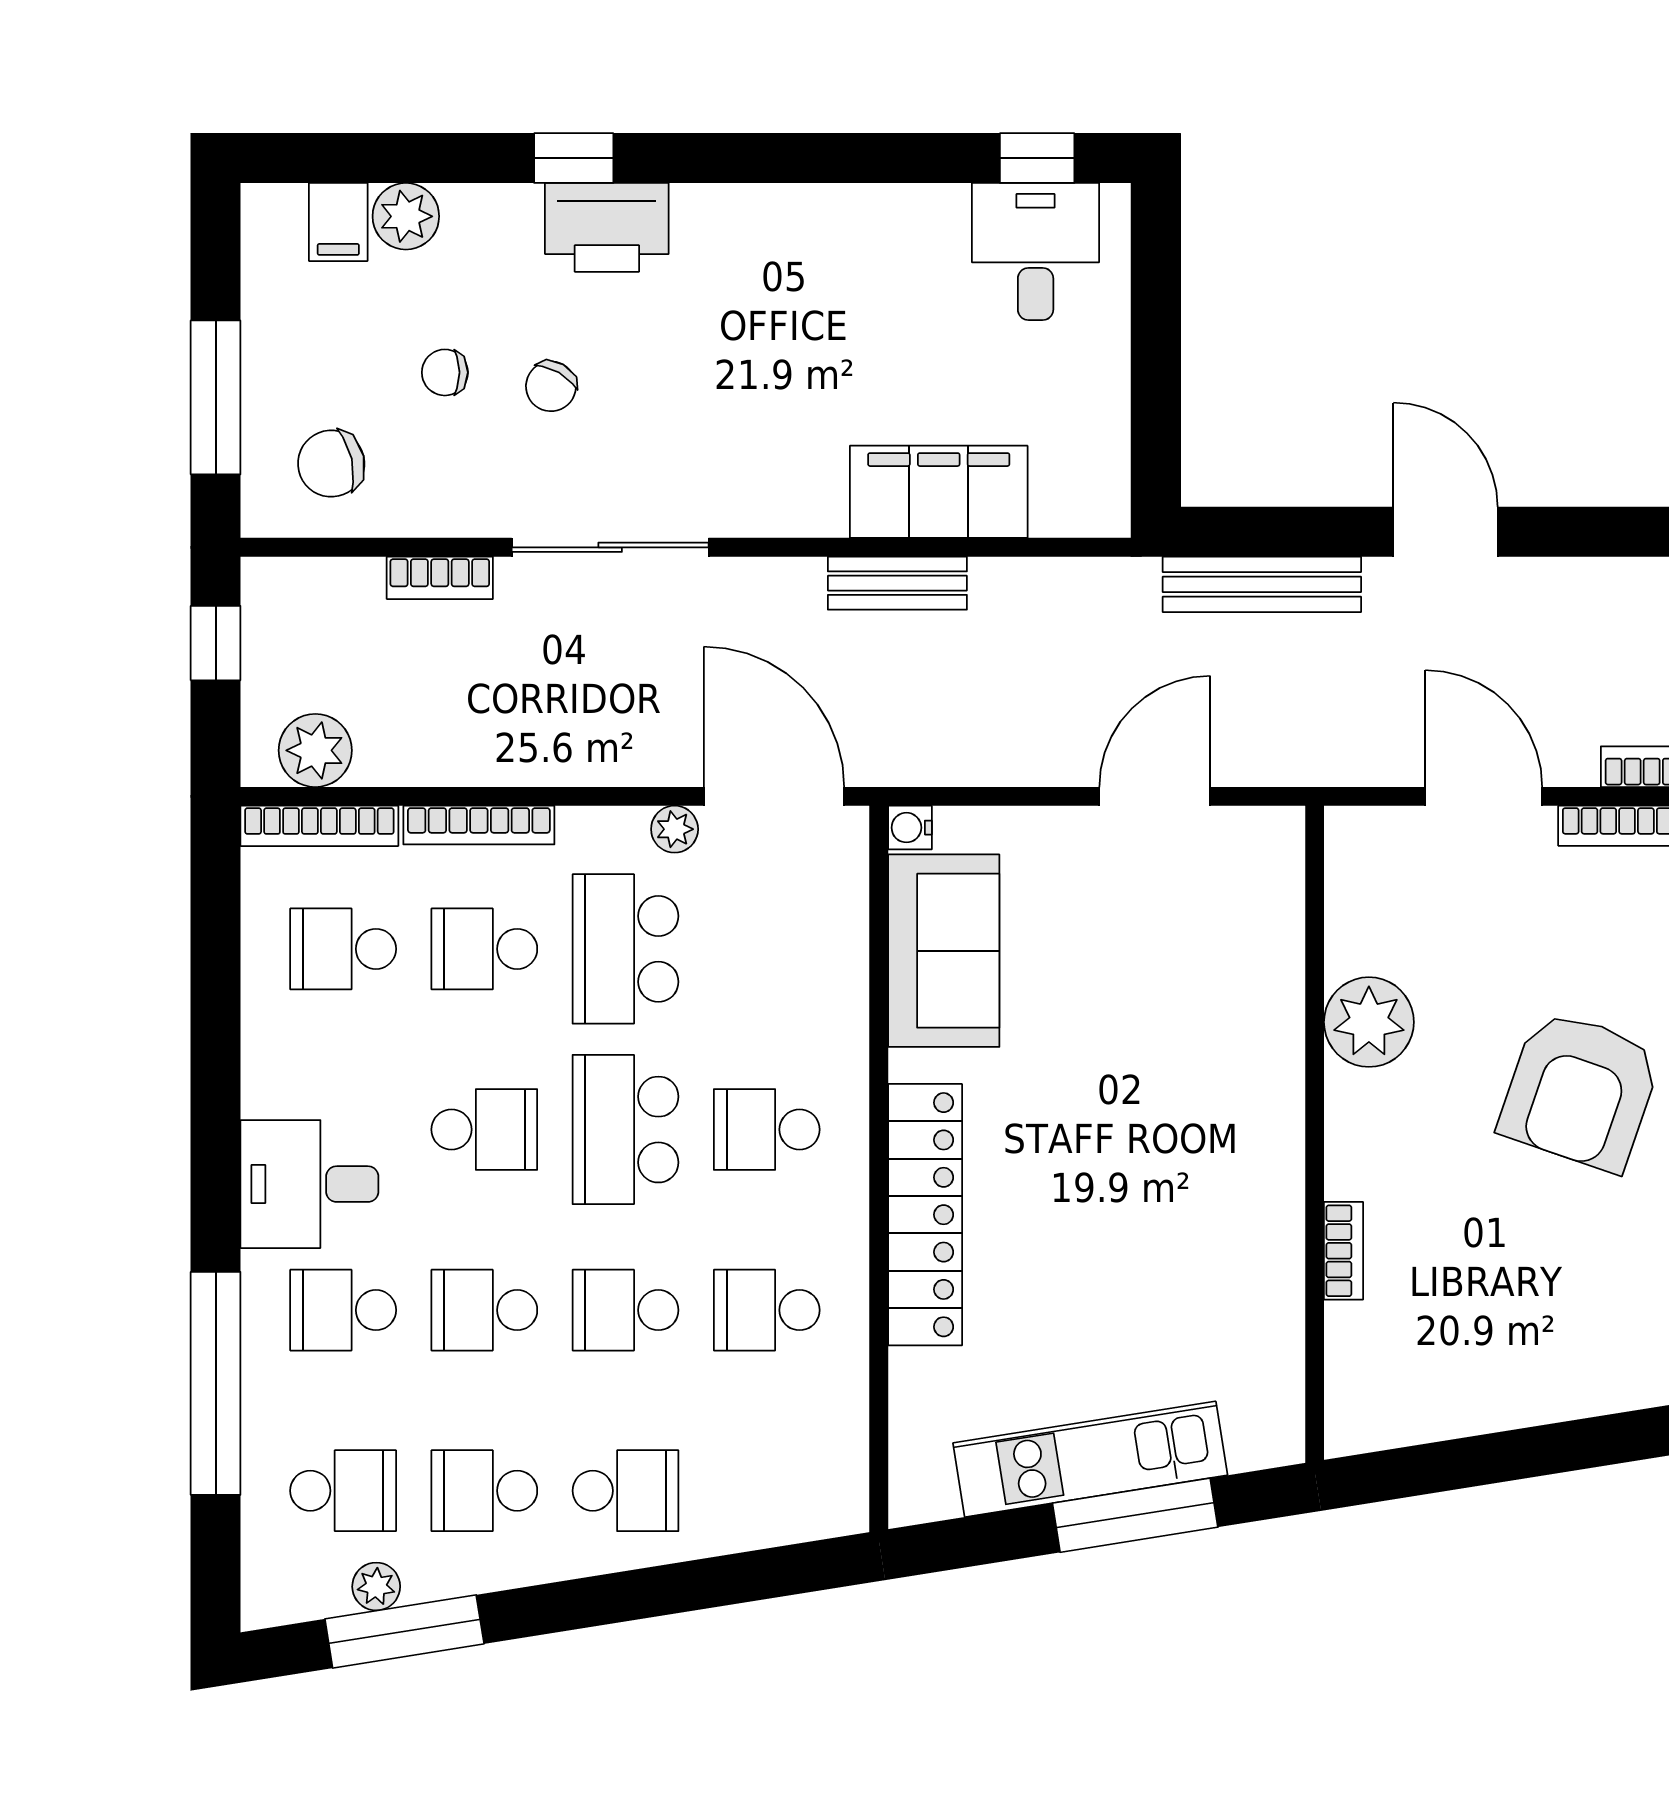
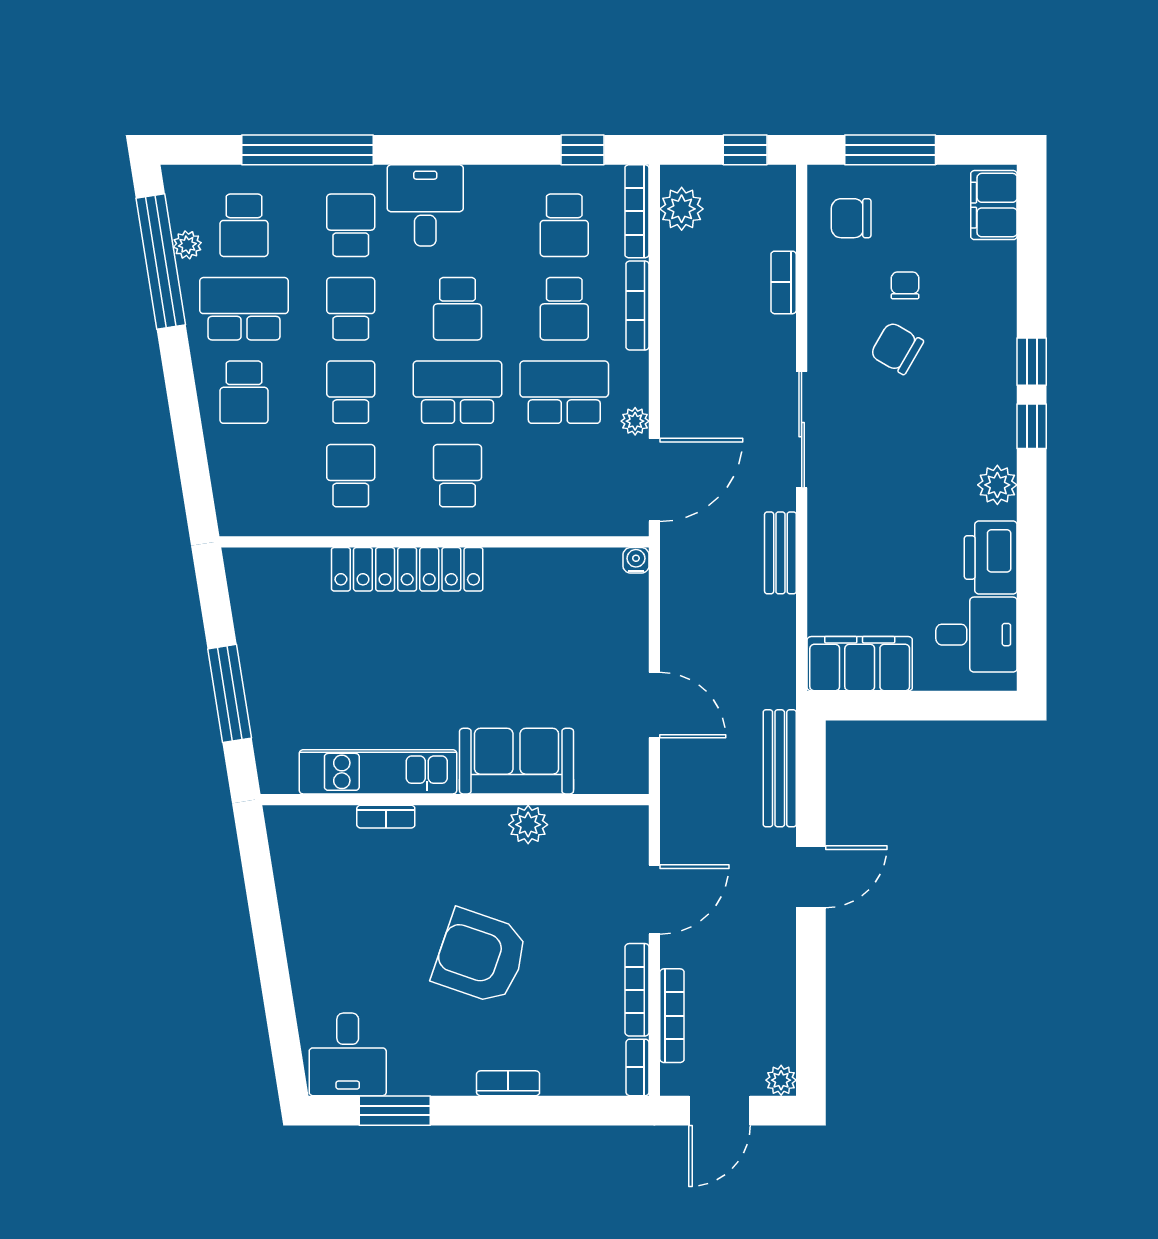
window: (1037, 158) -> (1032, 426), moved
plant: (406, 216) -> (997, 485), moved
filing cabinet: (338, 222) -> (994, 205), width x2.00
printer: (607, 227) -> (991, 557), moved
chair: (551, 386) -> (897, 348), width x1.37, depth x1.37
chair: (331, 464) -> (851, 218), turned -77
filing cabinet: (939, 492) -> (860, 664), moved, turned -90
sliding door: (610, 547) -> (802, 430), moved
window: (216, 918) -> (582, 150), added
school desk: (343, 949) -> (564, 225), turned 180
school desk: (484, 949) -> (564, 309), turned 180
sofa: (944, 951) -> (517, 761), moved, turned 180
plant: (1369, 1022) -> (528, 825), width x0.73, depth x0.73
kitchen unit: (1090, 1459) -> (378, 772), moved, turned -81
school desk: (484, 1491) -> (244, 309), width x1.85
window: (404, 1631) -> (161, 261), width x1.46

